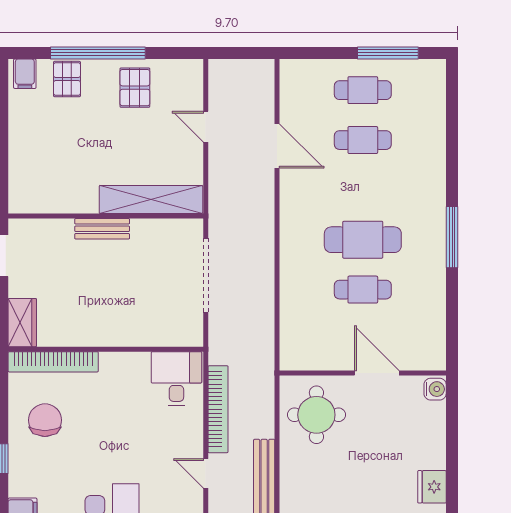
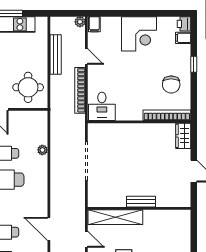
shelving: (151, 200) -> (115, 217), moved
wall: (106, 216) -> (139, 208), moved
bench: (102, 229) -> (141, 202), moved
plant: (289, 296) -> (42, 150), added

